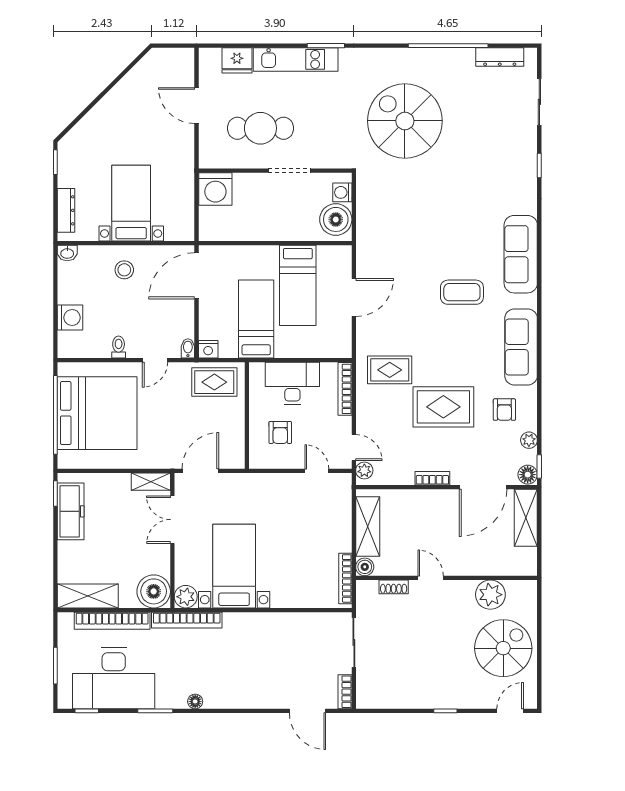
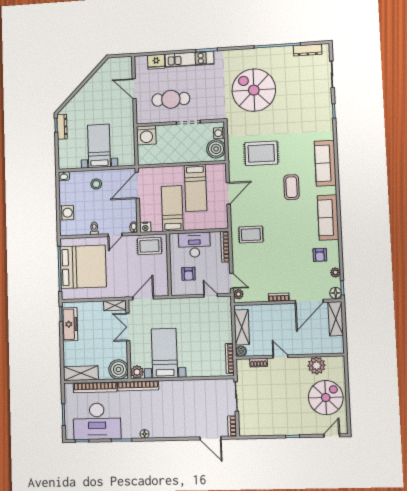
dresser: (66, 210) -> (62, 127), moved
coffee table: (462, 292) -> (291, 187), turned 90
rug: (443, 407) -> (261, 153), moved

